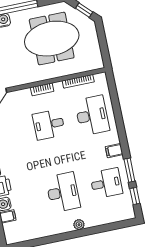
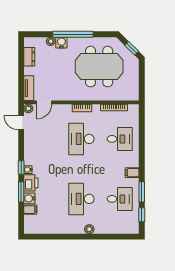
desk: (92, 115) -> (120, 139), width x0.73
desk: (49, 125) -> (81, 139), width x1.37
desk: (63, 192) -> (81, 199), turned 180

